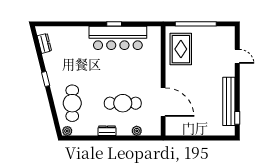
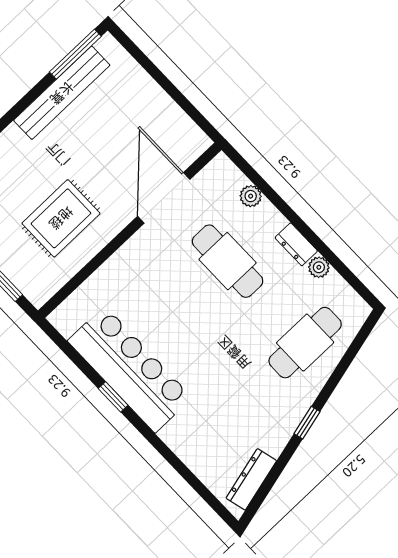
dresser: (44, 43) -> (251, 479), width x1.44
rug: (181, 49) -> (61, 218), moved
window: (237, 118) -> (75, 54), width x2.17
plant: (67, 131) -> (319, 267), moved

